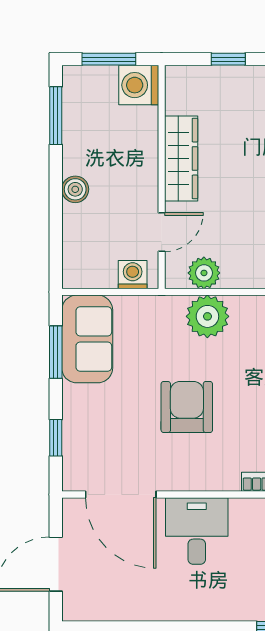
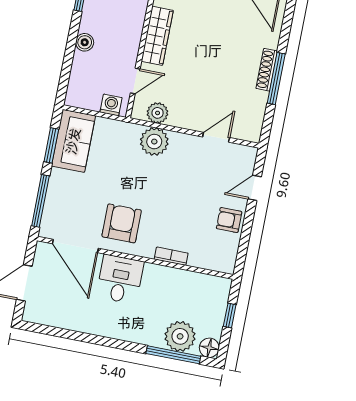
armchair: (187, 407) -> (122, 223), moved
window: (56, 438) -> (40, 201), width x2.17

